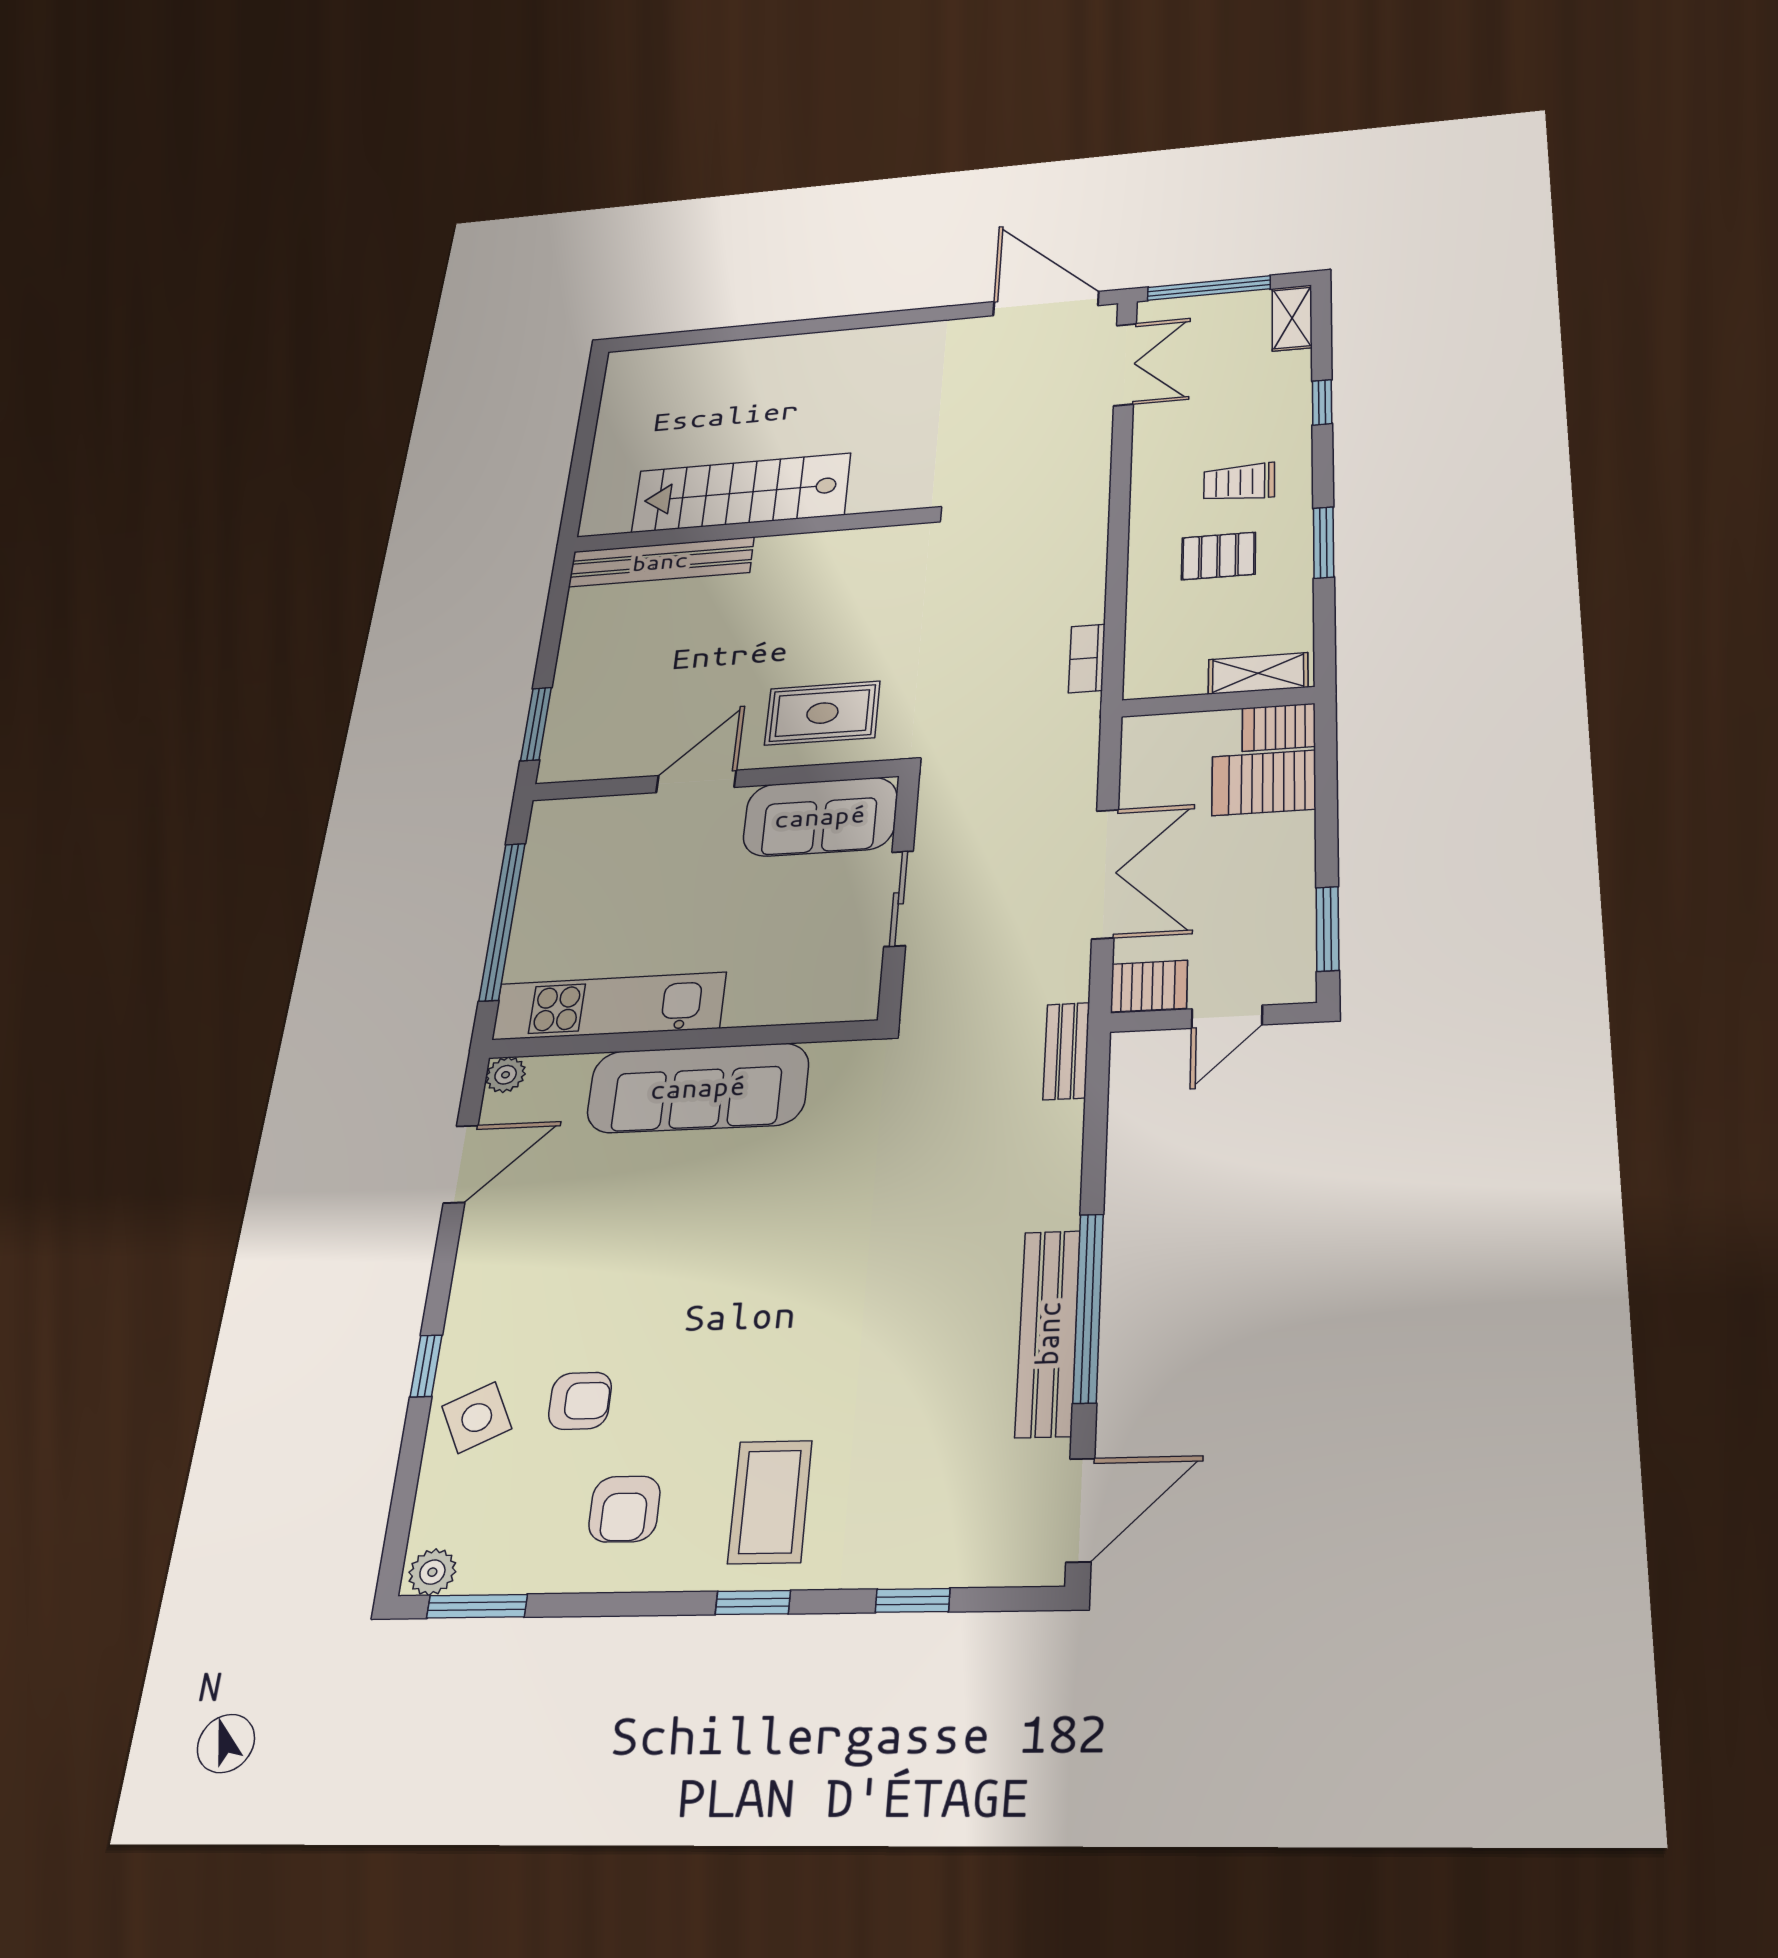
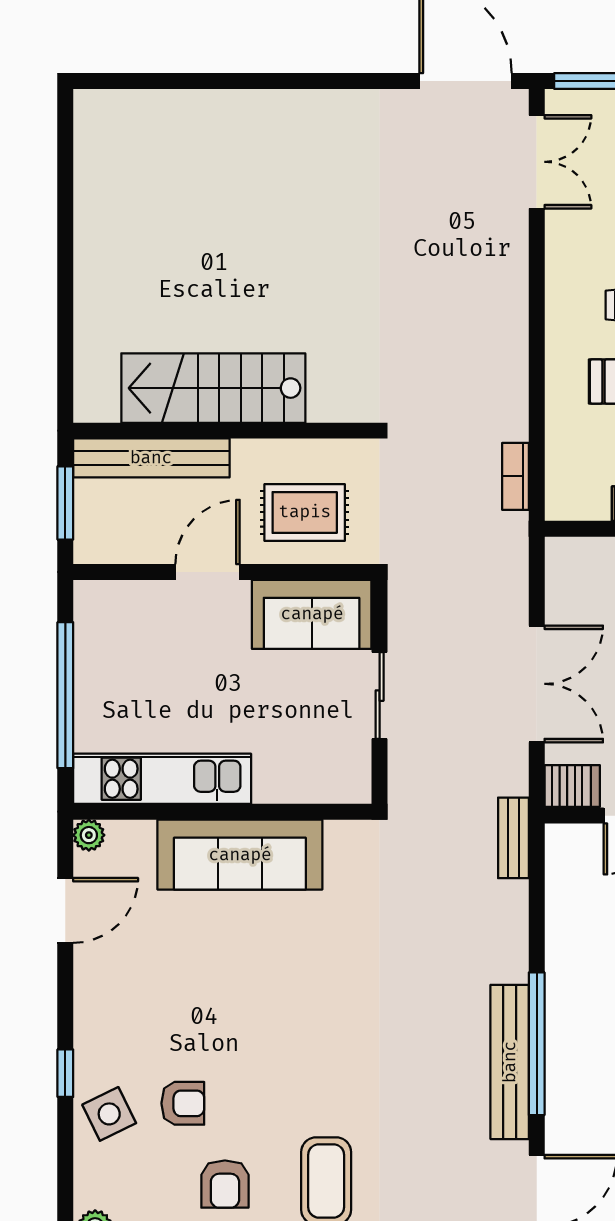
stairs: (741, 493) -> (213, 388), moved
wall: (747, 530) -> (222, 431), moved
bench: (661, 562) -> (151, 458), moved

